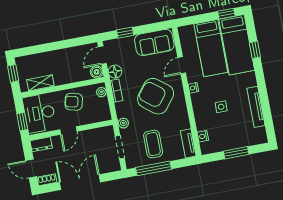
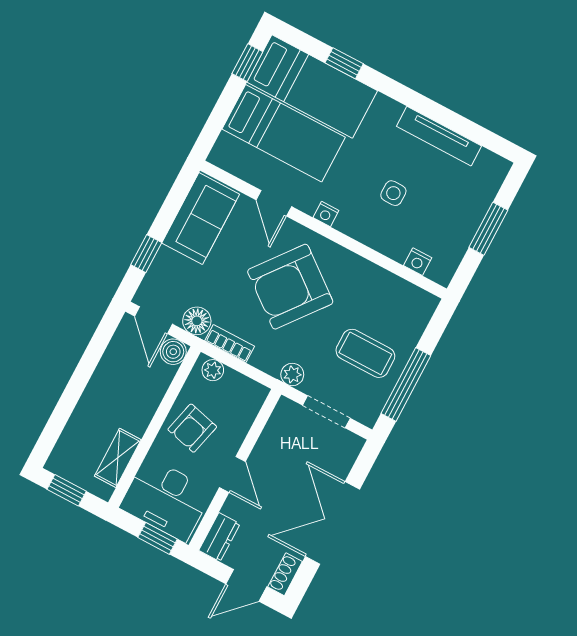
tv unit: (188, 143) -> (410, 295), removed

